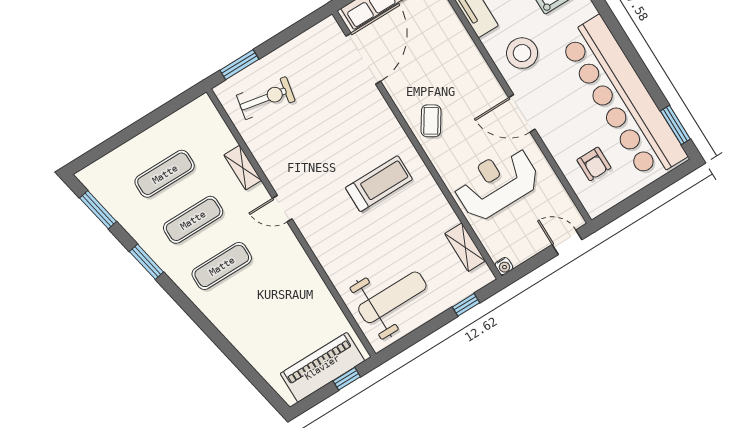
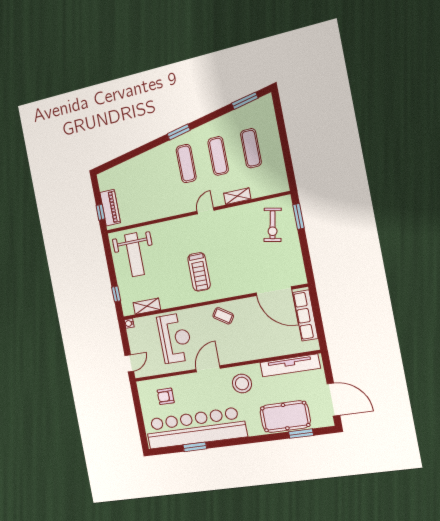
window: (675, 125) -> (195, 447), moved
window: (146, 262) -> (179, 132), moved
piano: (322, 367) -> (110, 208), width x0.73, depth x0.75

